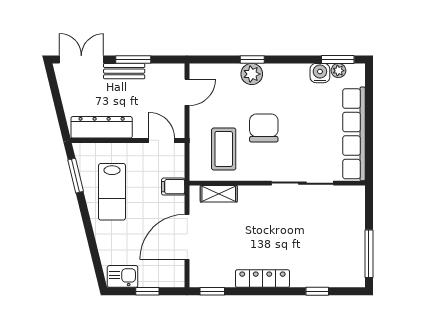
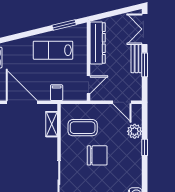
double door: (81, 59) -> (145, 29), swing flipped
plant: (252, 74) -> (135, 131), moved

